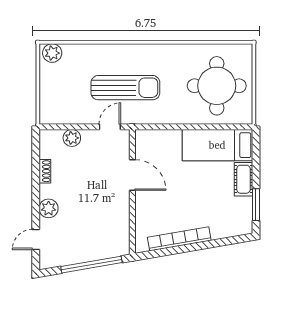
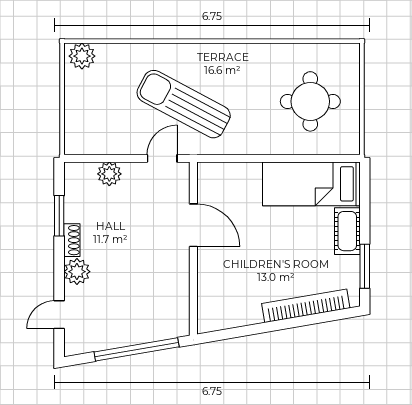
round table: (217, 86) -> (310, 101), width x0.73, depth x0.73
sun lounger: (125, 88) -> (184, 104), turned -152
window: (36, 168) -> (59, 216), added
shoe rack: (45, 171) -> (72, 240), moved
bookcase: (179, 239) -> (306, 306), moved

